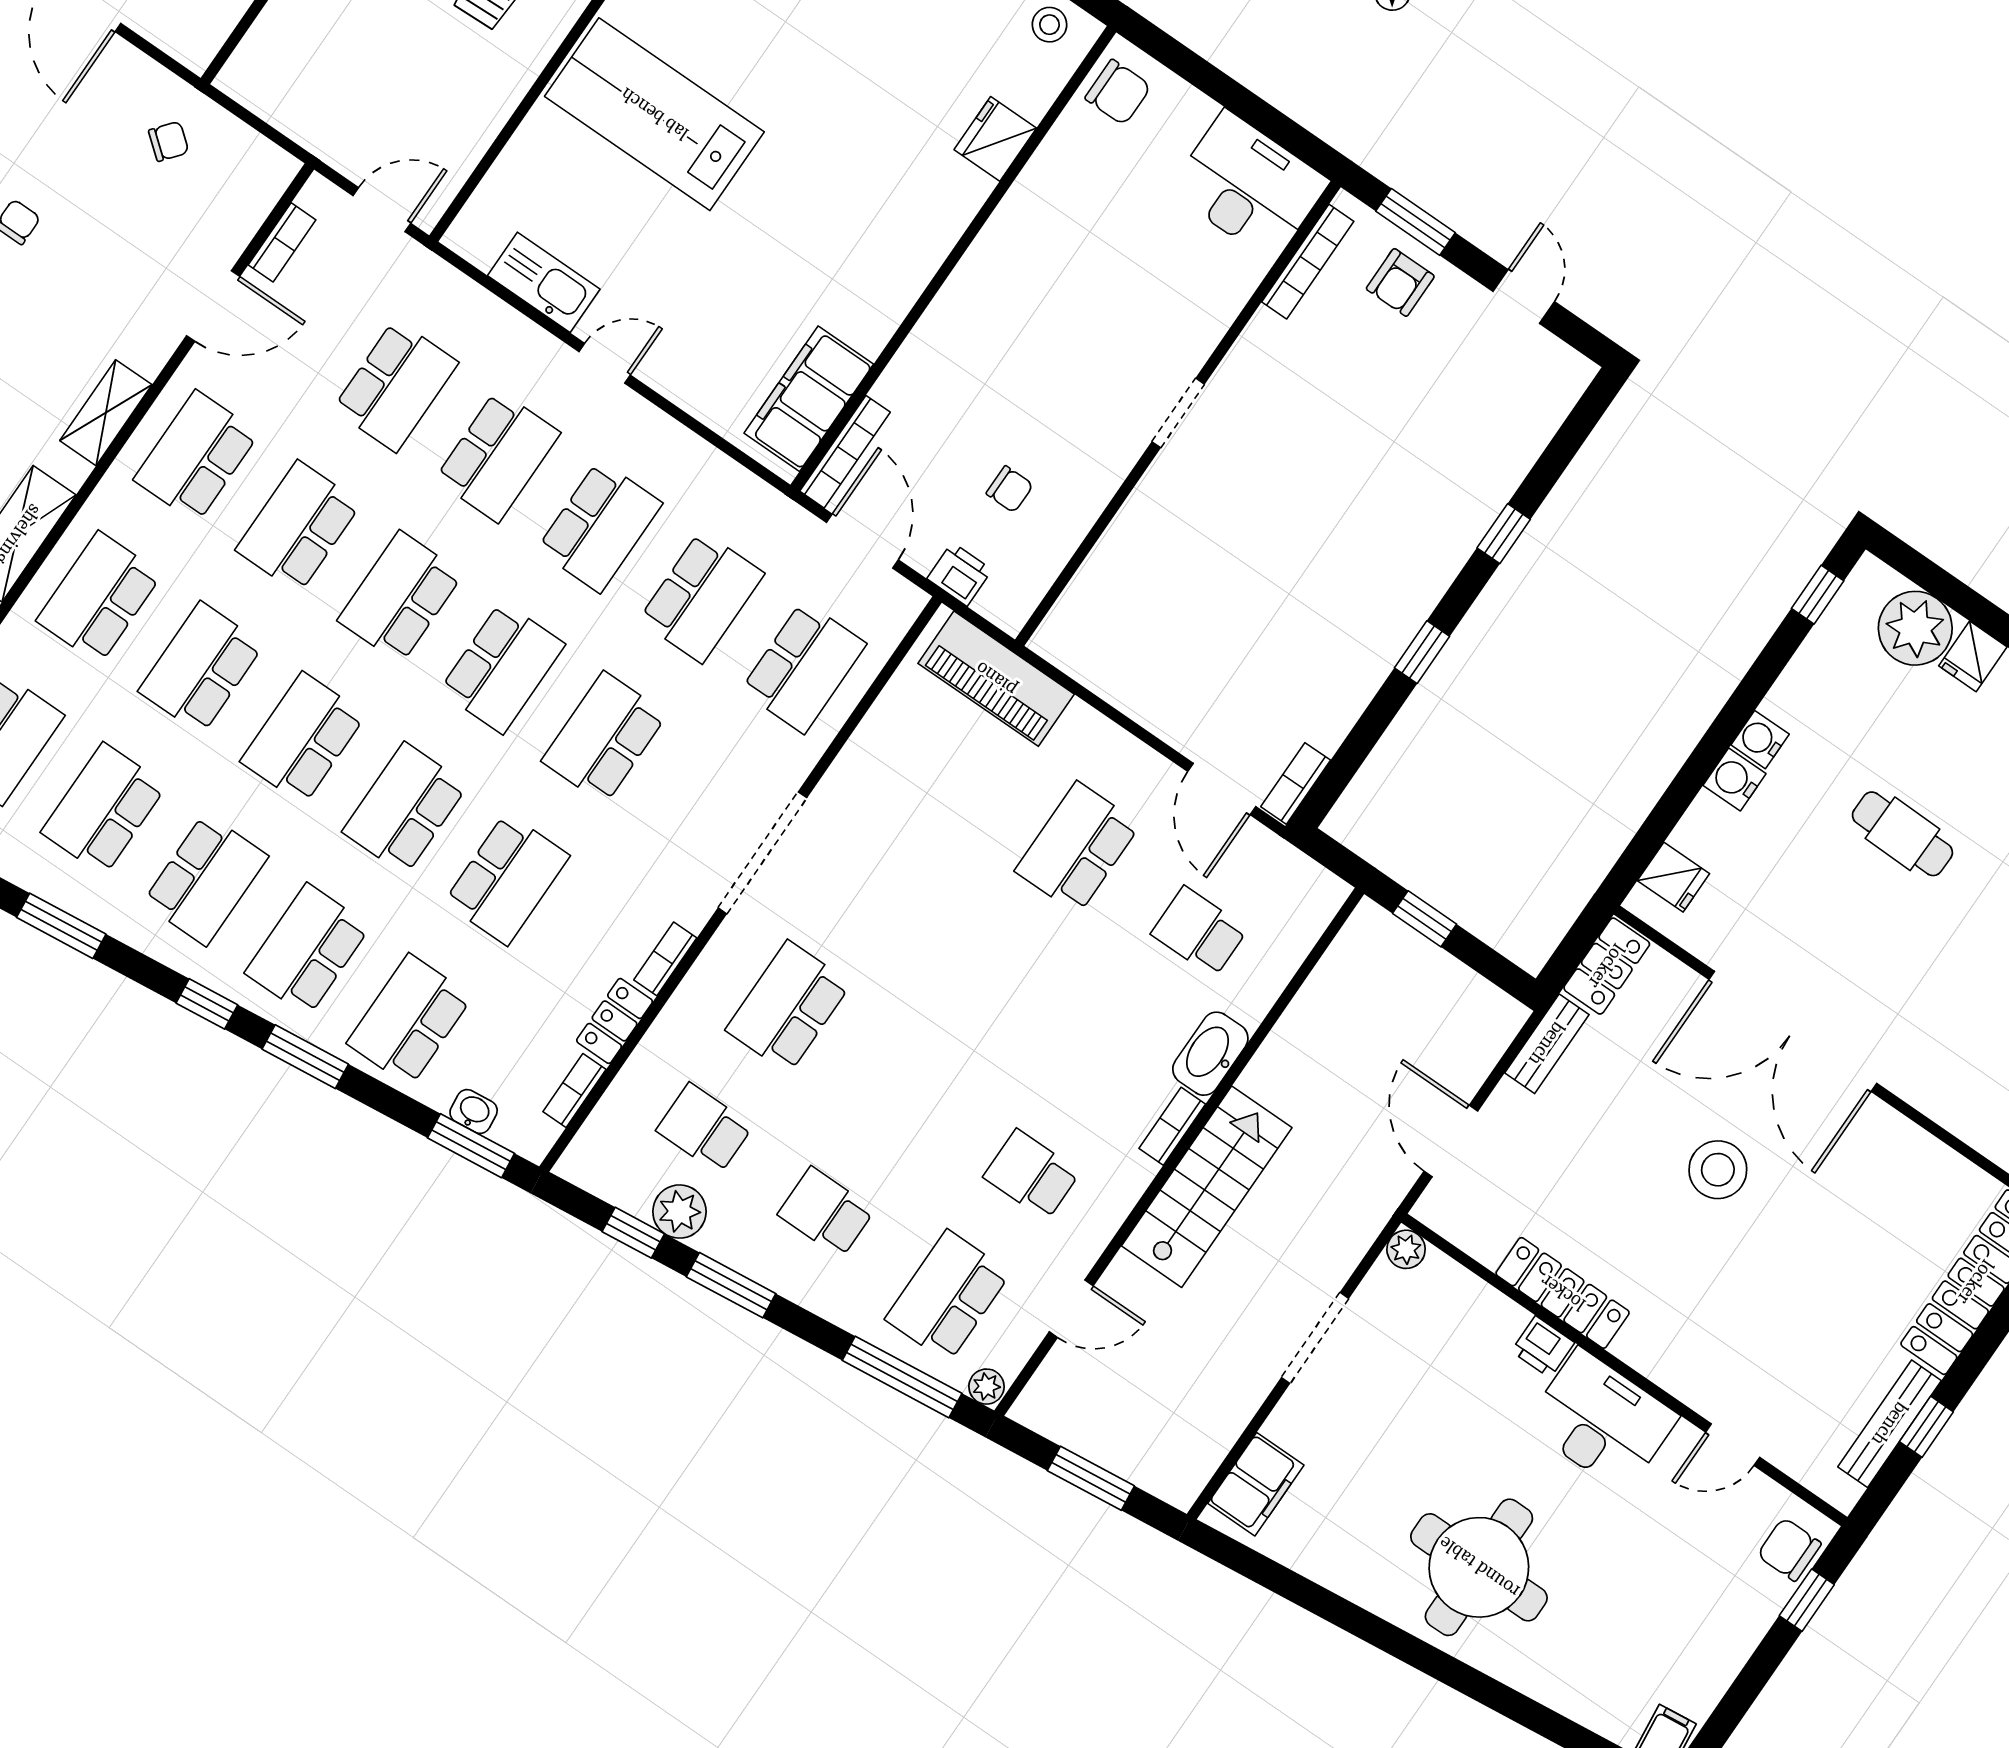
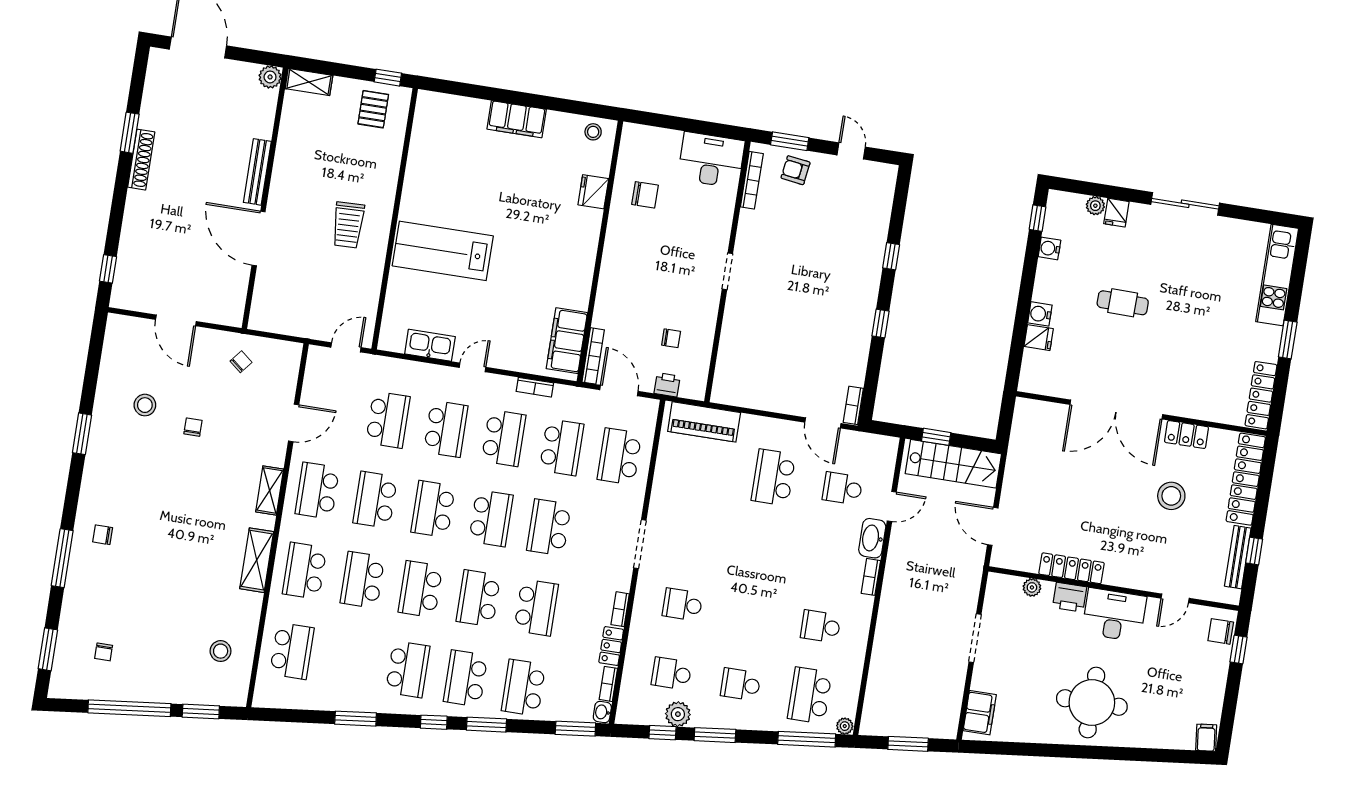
chair: (1118, 92) -> (645, 195), moved
bookcase: (282, 242) -> (535, 387), moved, turned 90
armchair: (1400, 282) -> (796, 170), turned 98
plant: (1915, 628) -> (1095, 206), width x0.53, depth x0.53
school desk: (803, 667) -> (619, 456), turned 180
water cooler: (1760, 740) -> (1049, 248), moved
school desk: (104, 809) -> (350, 660), removed
doorway: (762, 853) -> (640, 544), width x0.73
fridge: (1673, 877) -> (1039, 338), moved
locker: (1607, 966) -> (1187, 435), moved, turned 90
school desk: (788, 1007) -> (682, 605), width x0.54
bench: (1547, 1044) -> (1014, 465), removed
washbasin: (474, 1111) -> (602, 712), moved, turned -84
stool: (1718, 1170) -> (1171, 496), moved
stairs: (1207, 1187) -> (953, 464), moved, turned 90
plant: (1406, 1249) -> (1032, 587), moved
door: (1071, 1309) -> (892, 507), moved
printer: (1543, 1347) -> (1070, 597), width x1.36, depth x1.24

